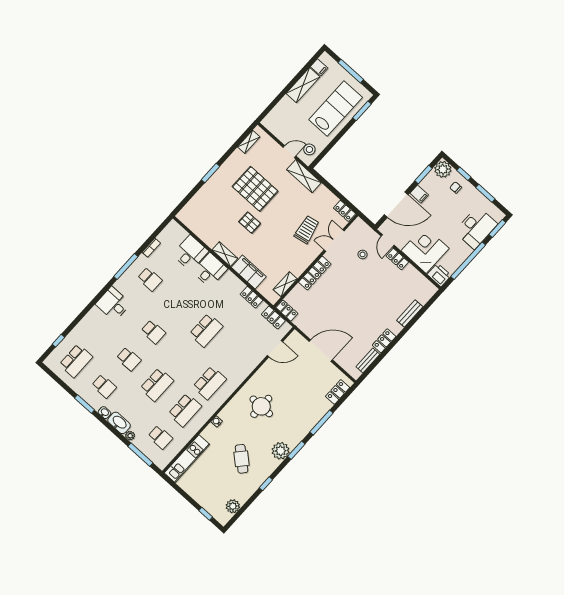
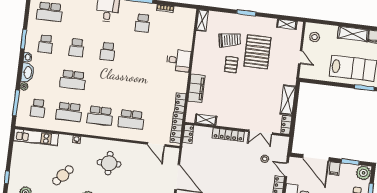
stool: (309, 149) -> (315, 37), moved
shelving: (304, 176) -> (288, 100), moved
trolley: (307, 230) -> (230, 40), moved
double door: (334, 240) -> (260, 132), swing flipped
door: (388, 241) -> (287, 169), hinge flipped
desk: (190, 253) -> (181, 38), removed
shelving: (225, 254) -> (202, 20), moved
locker: (273, 317) -> (177, 128), width x1.53
school desk: (206, 330) -> (131, 119), moved

